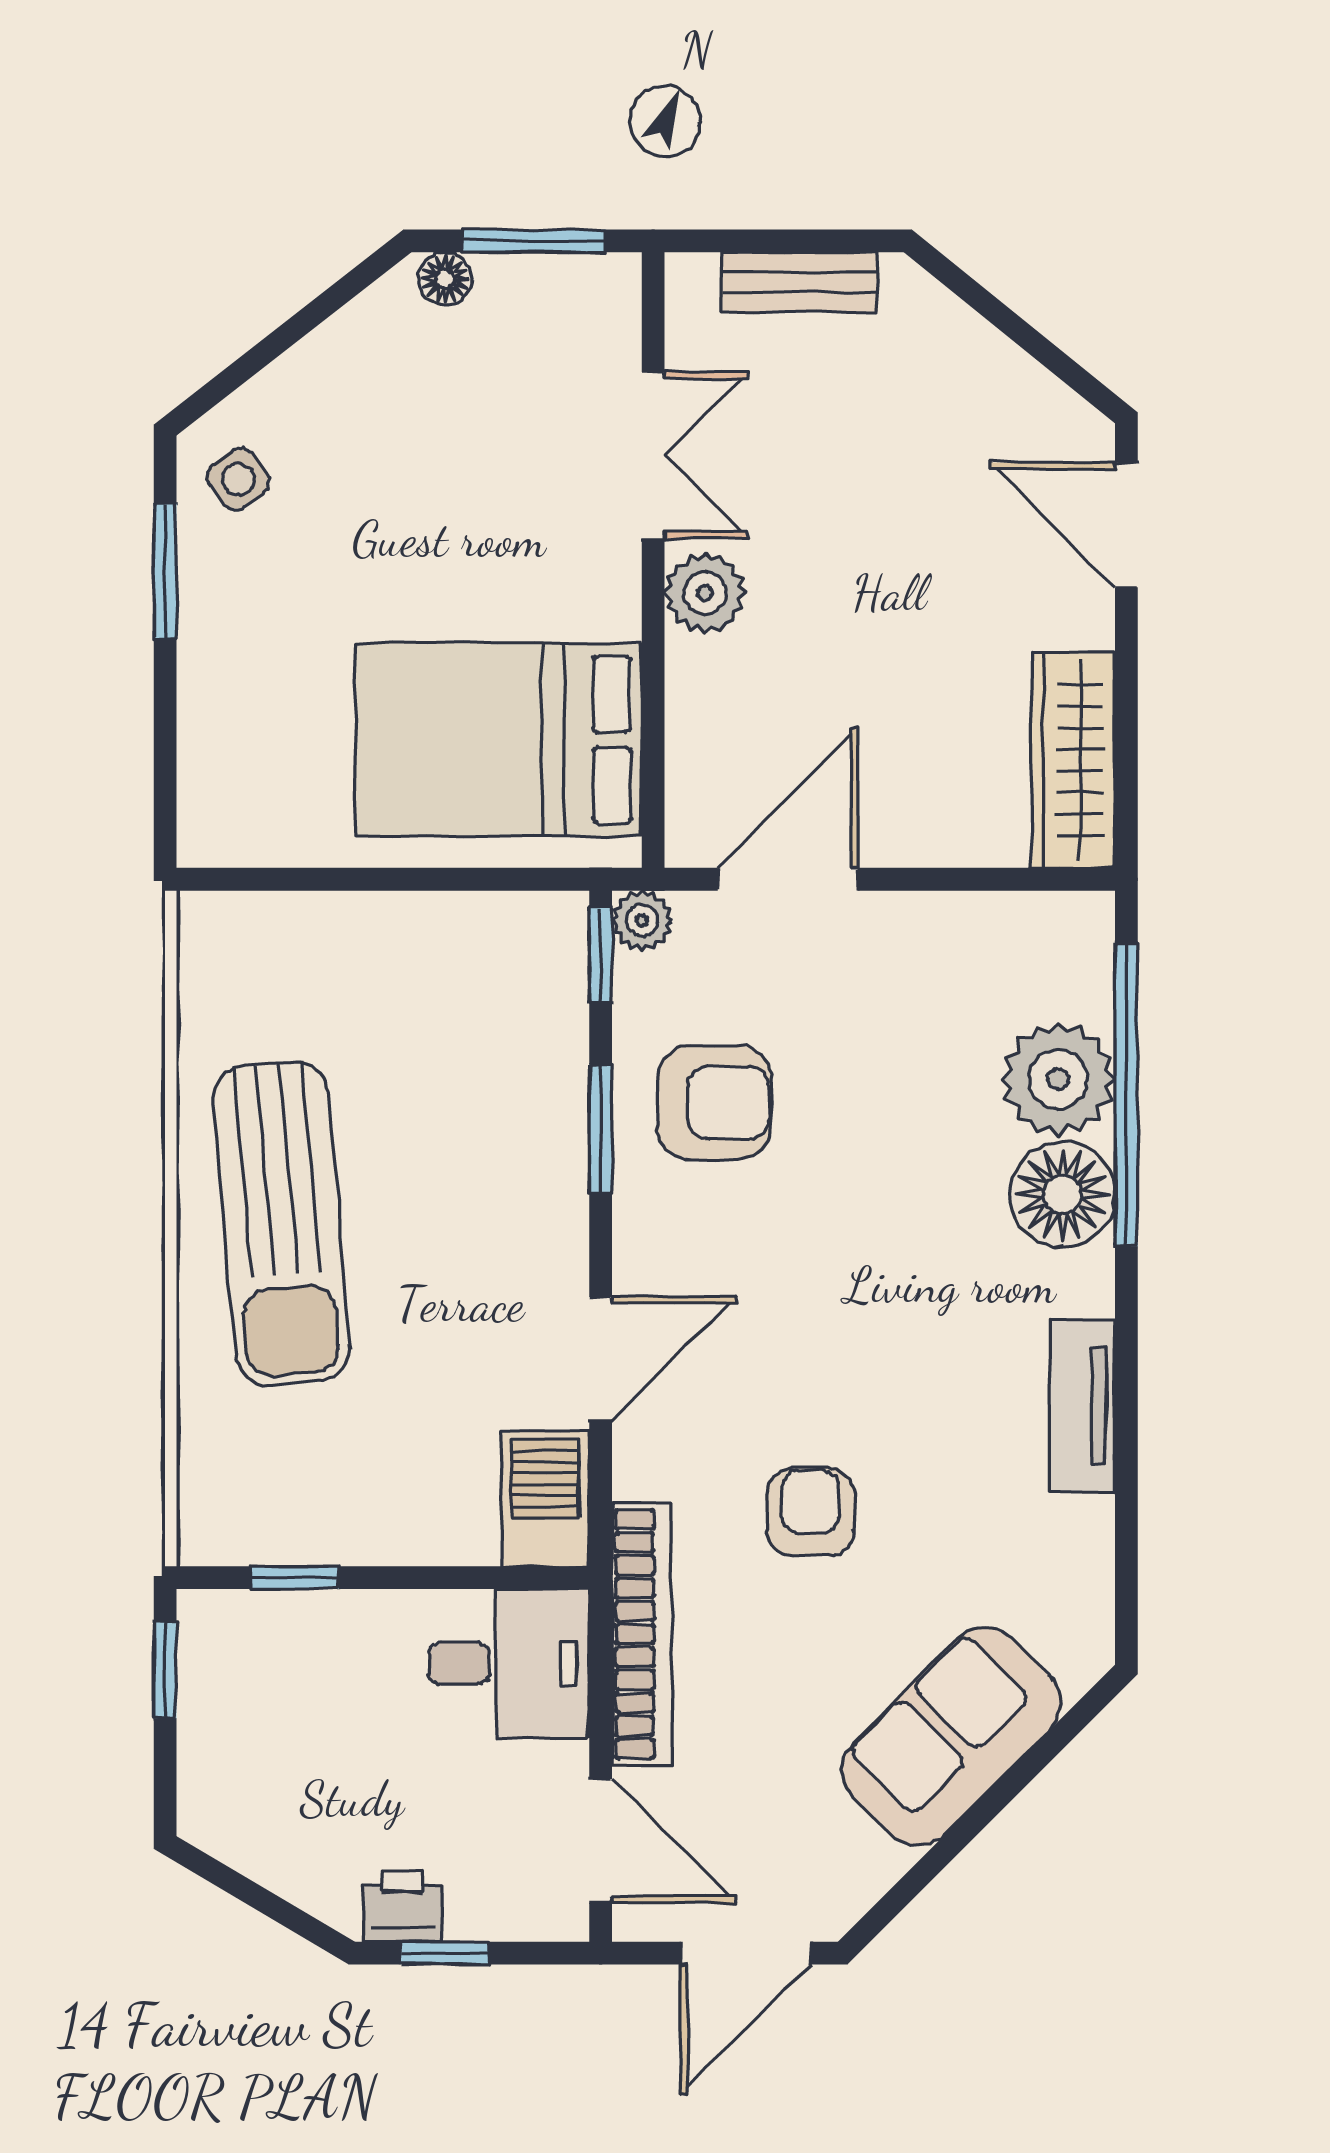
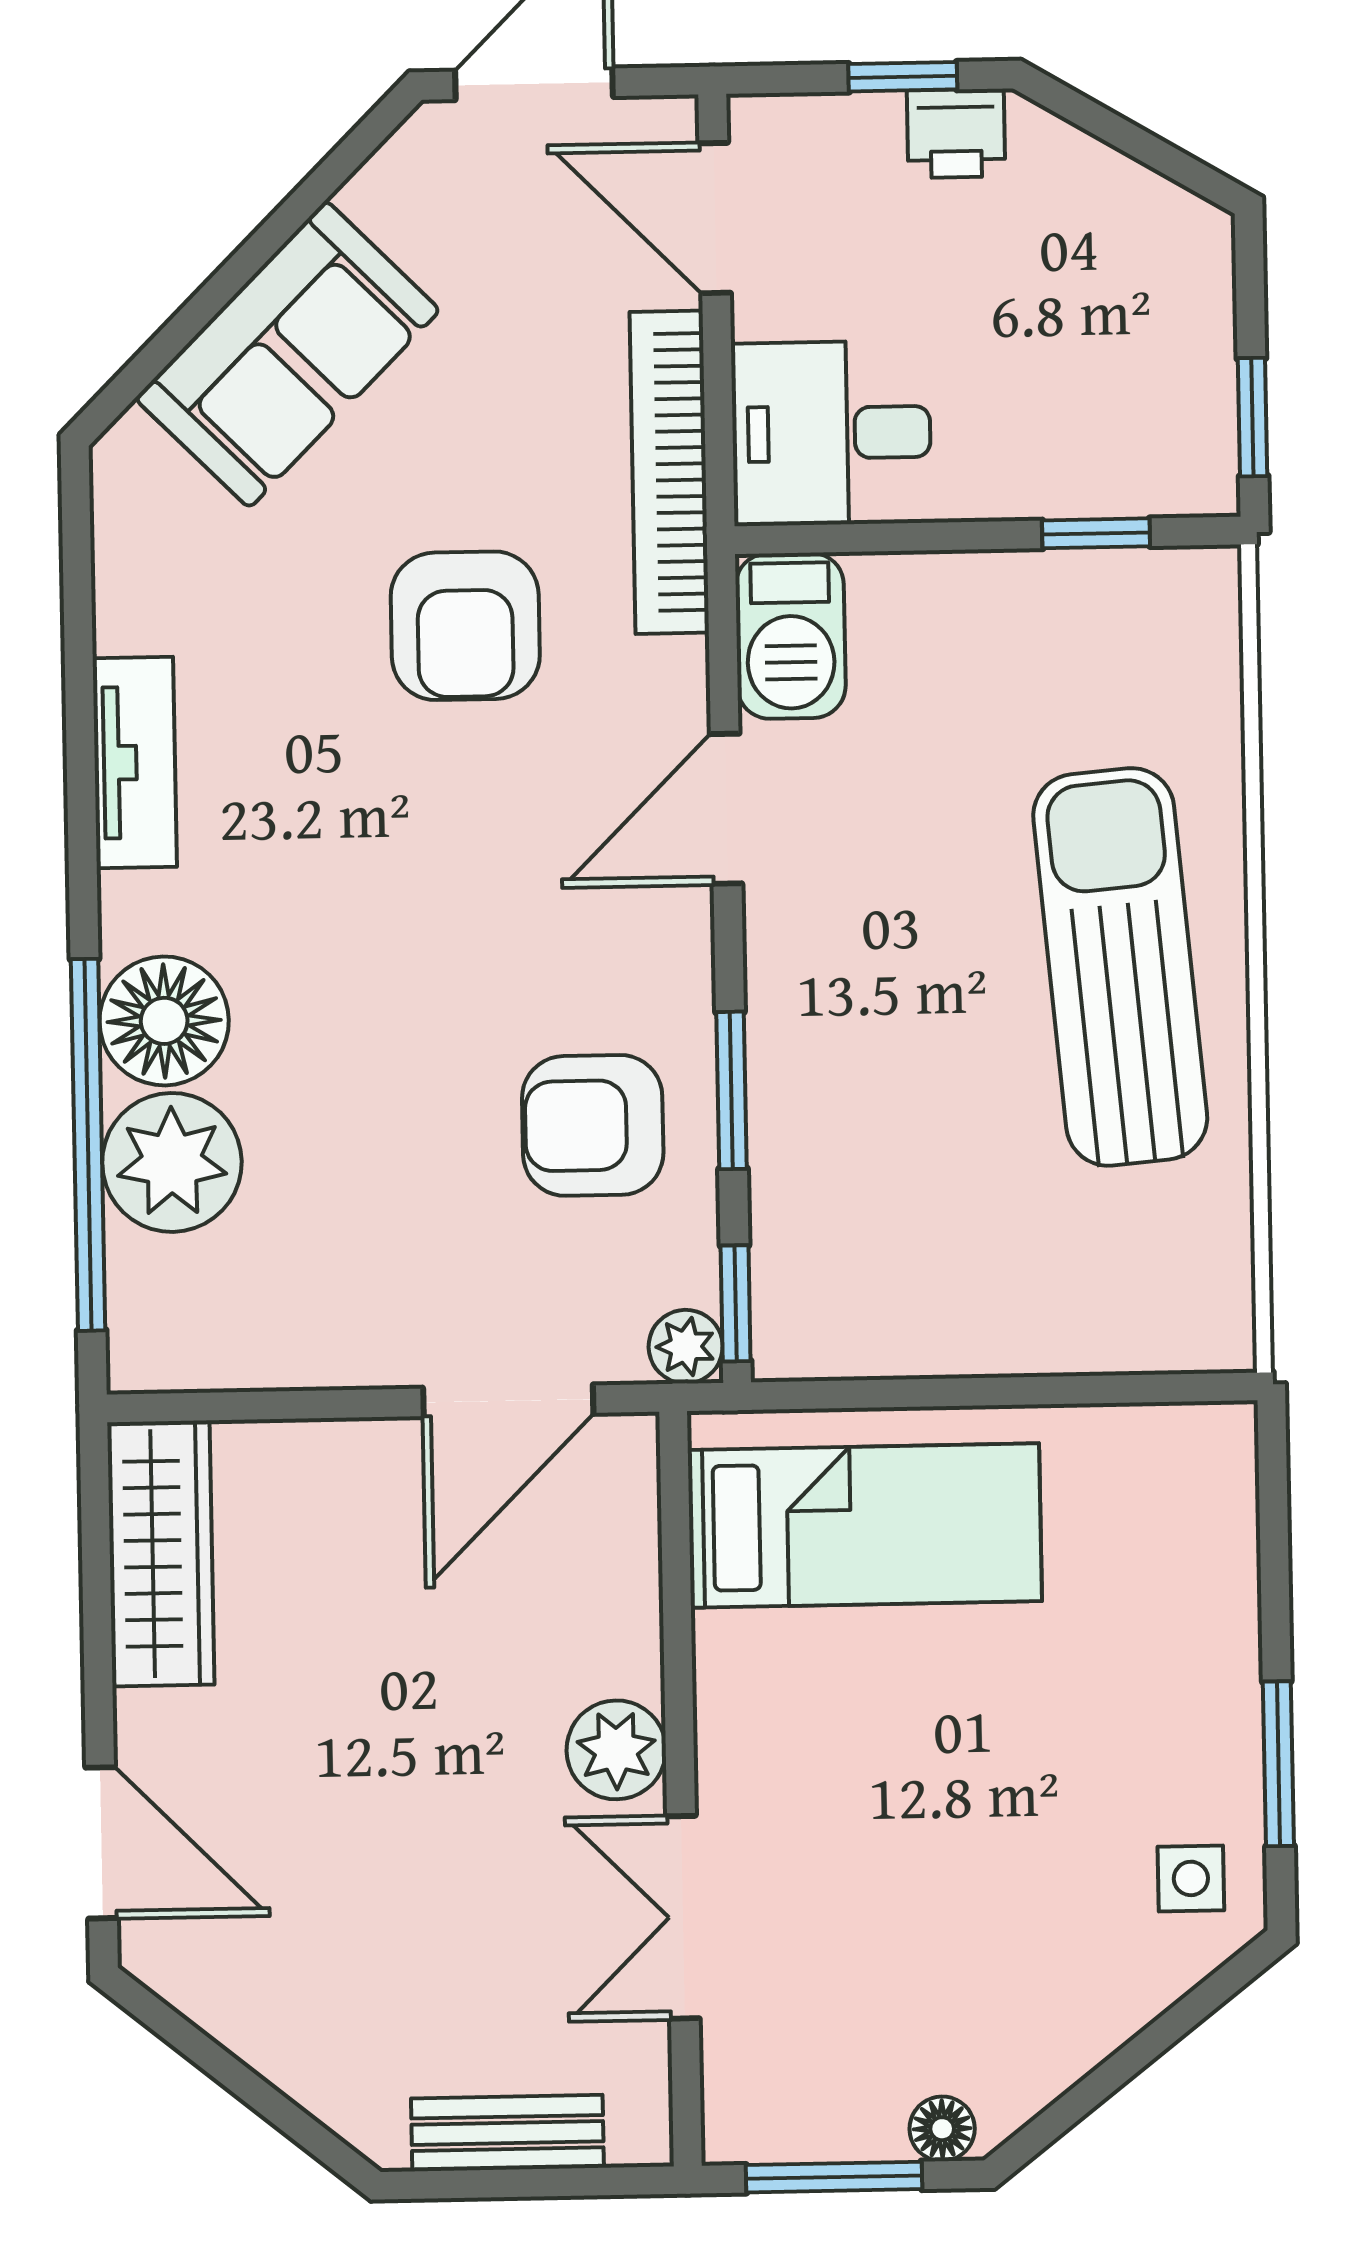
side table: (238, 479) -> (1191, 1878), turned 36
bed: (499, 740) -> (865, 1526), width x0.67
armchair: (811, 1512) -> (465, 626), width x1.38, depth x1.38

